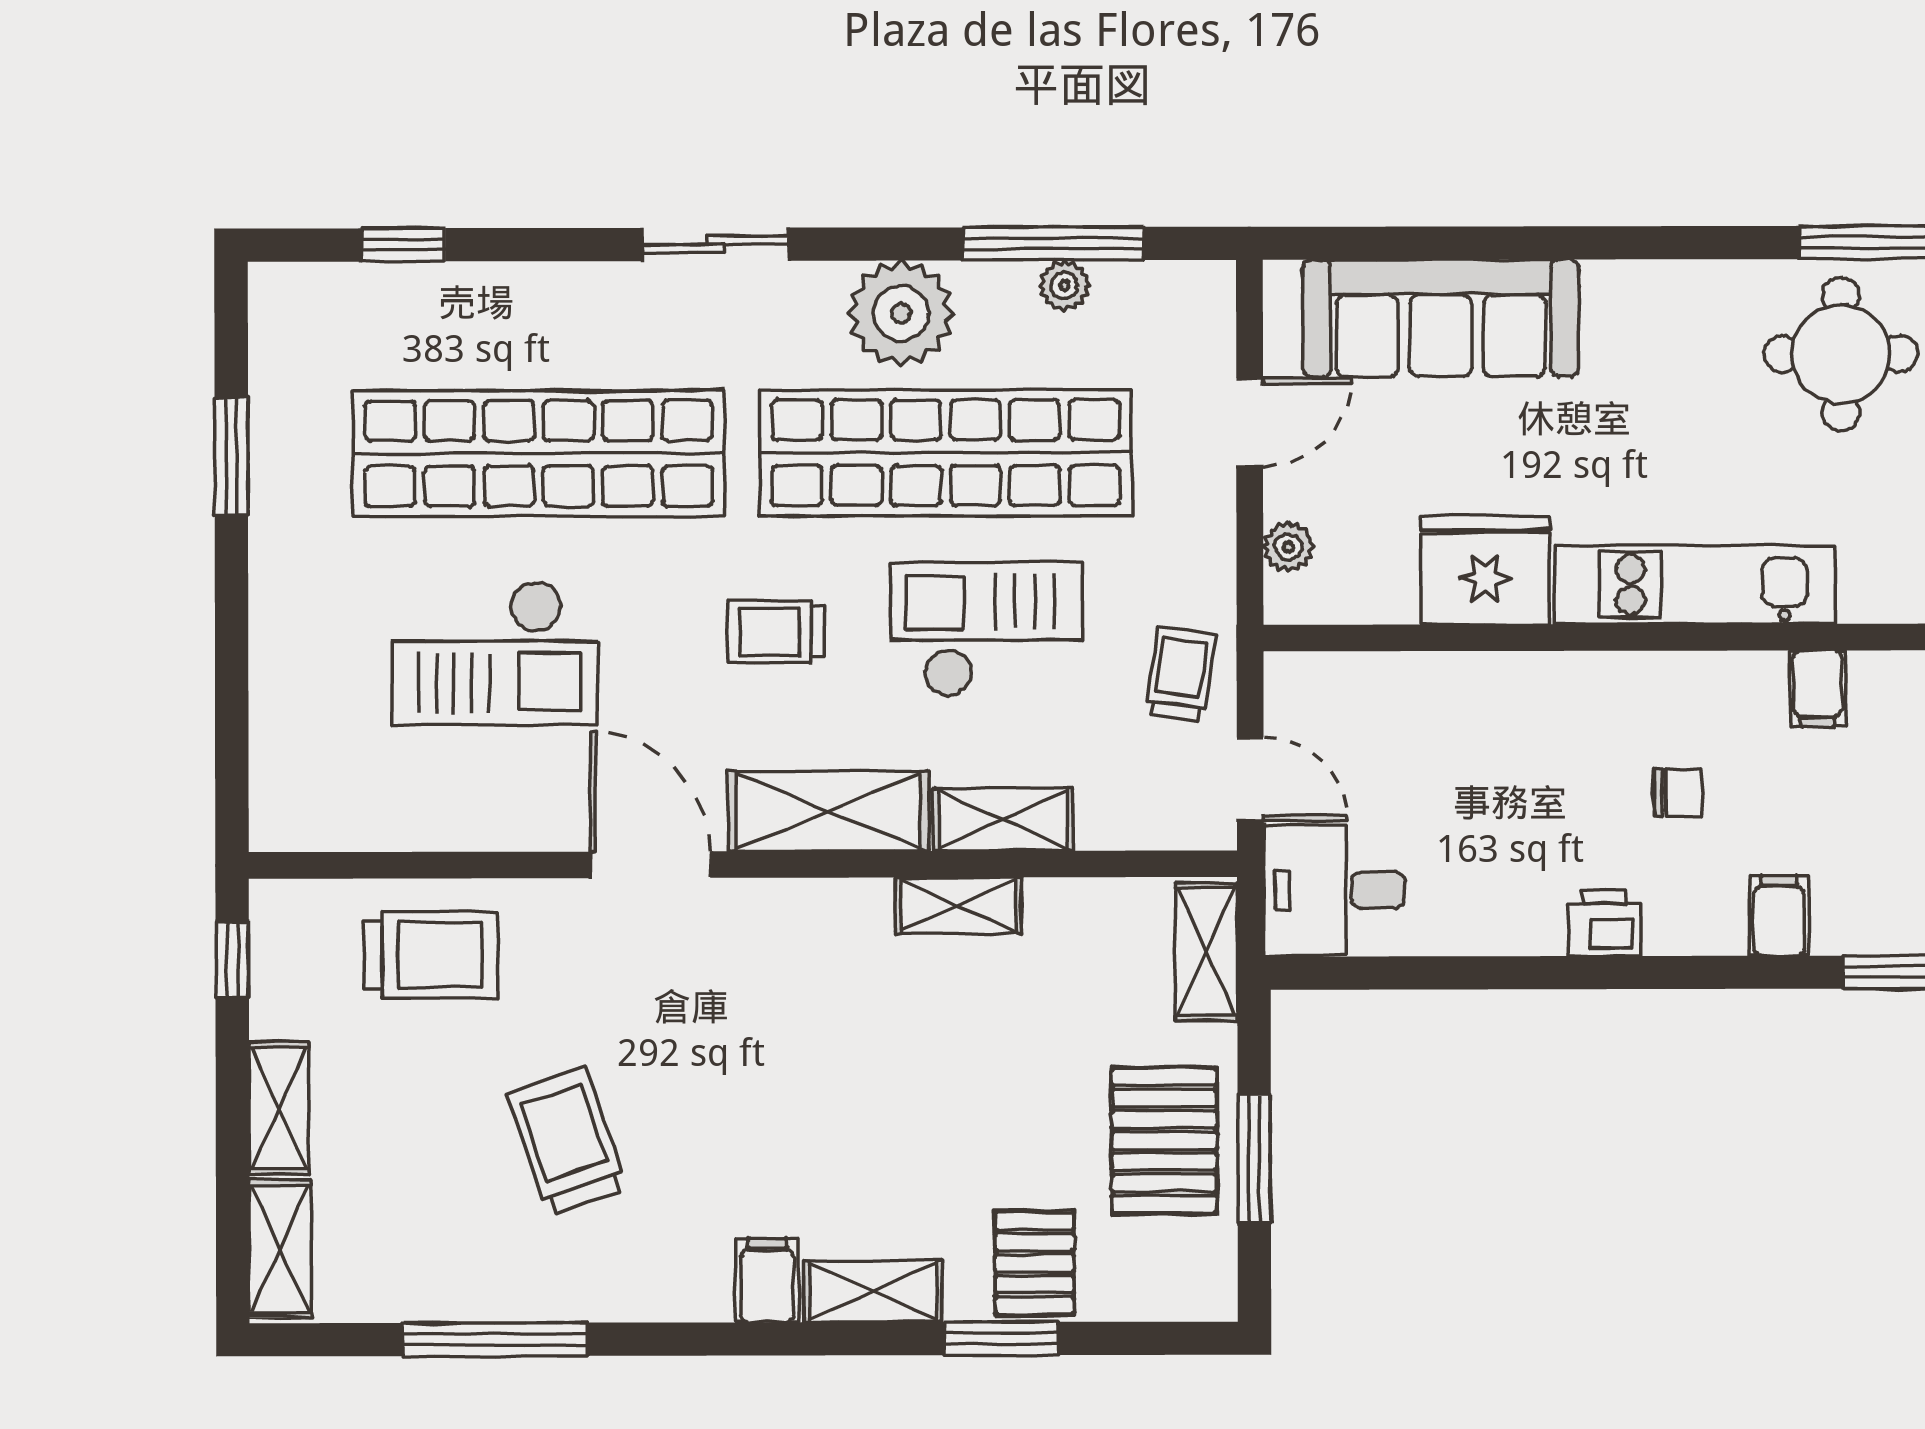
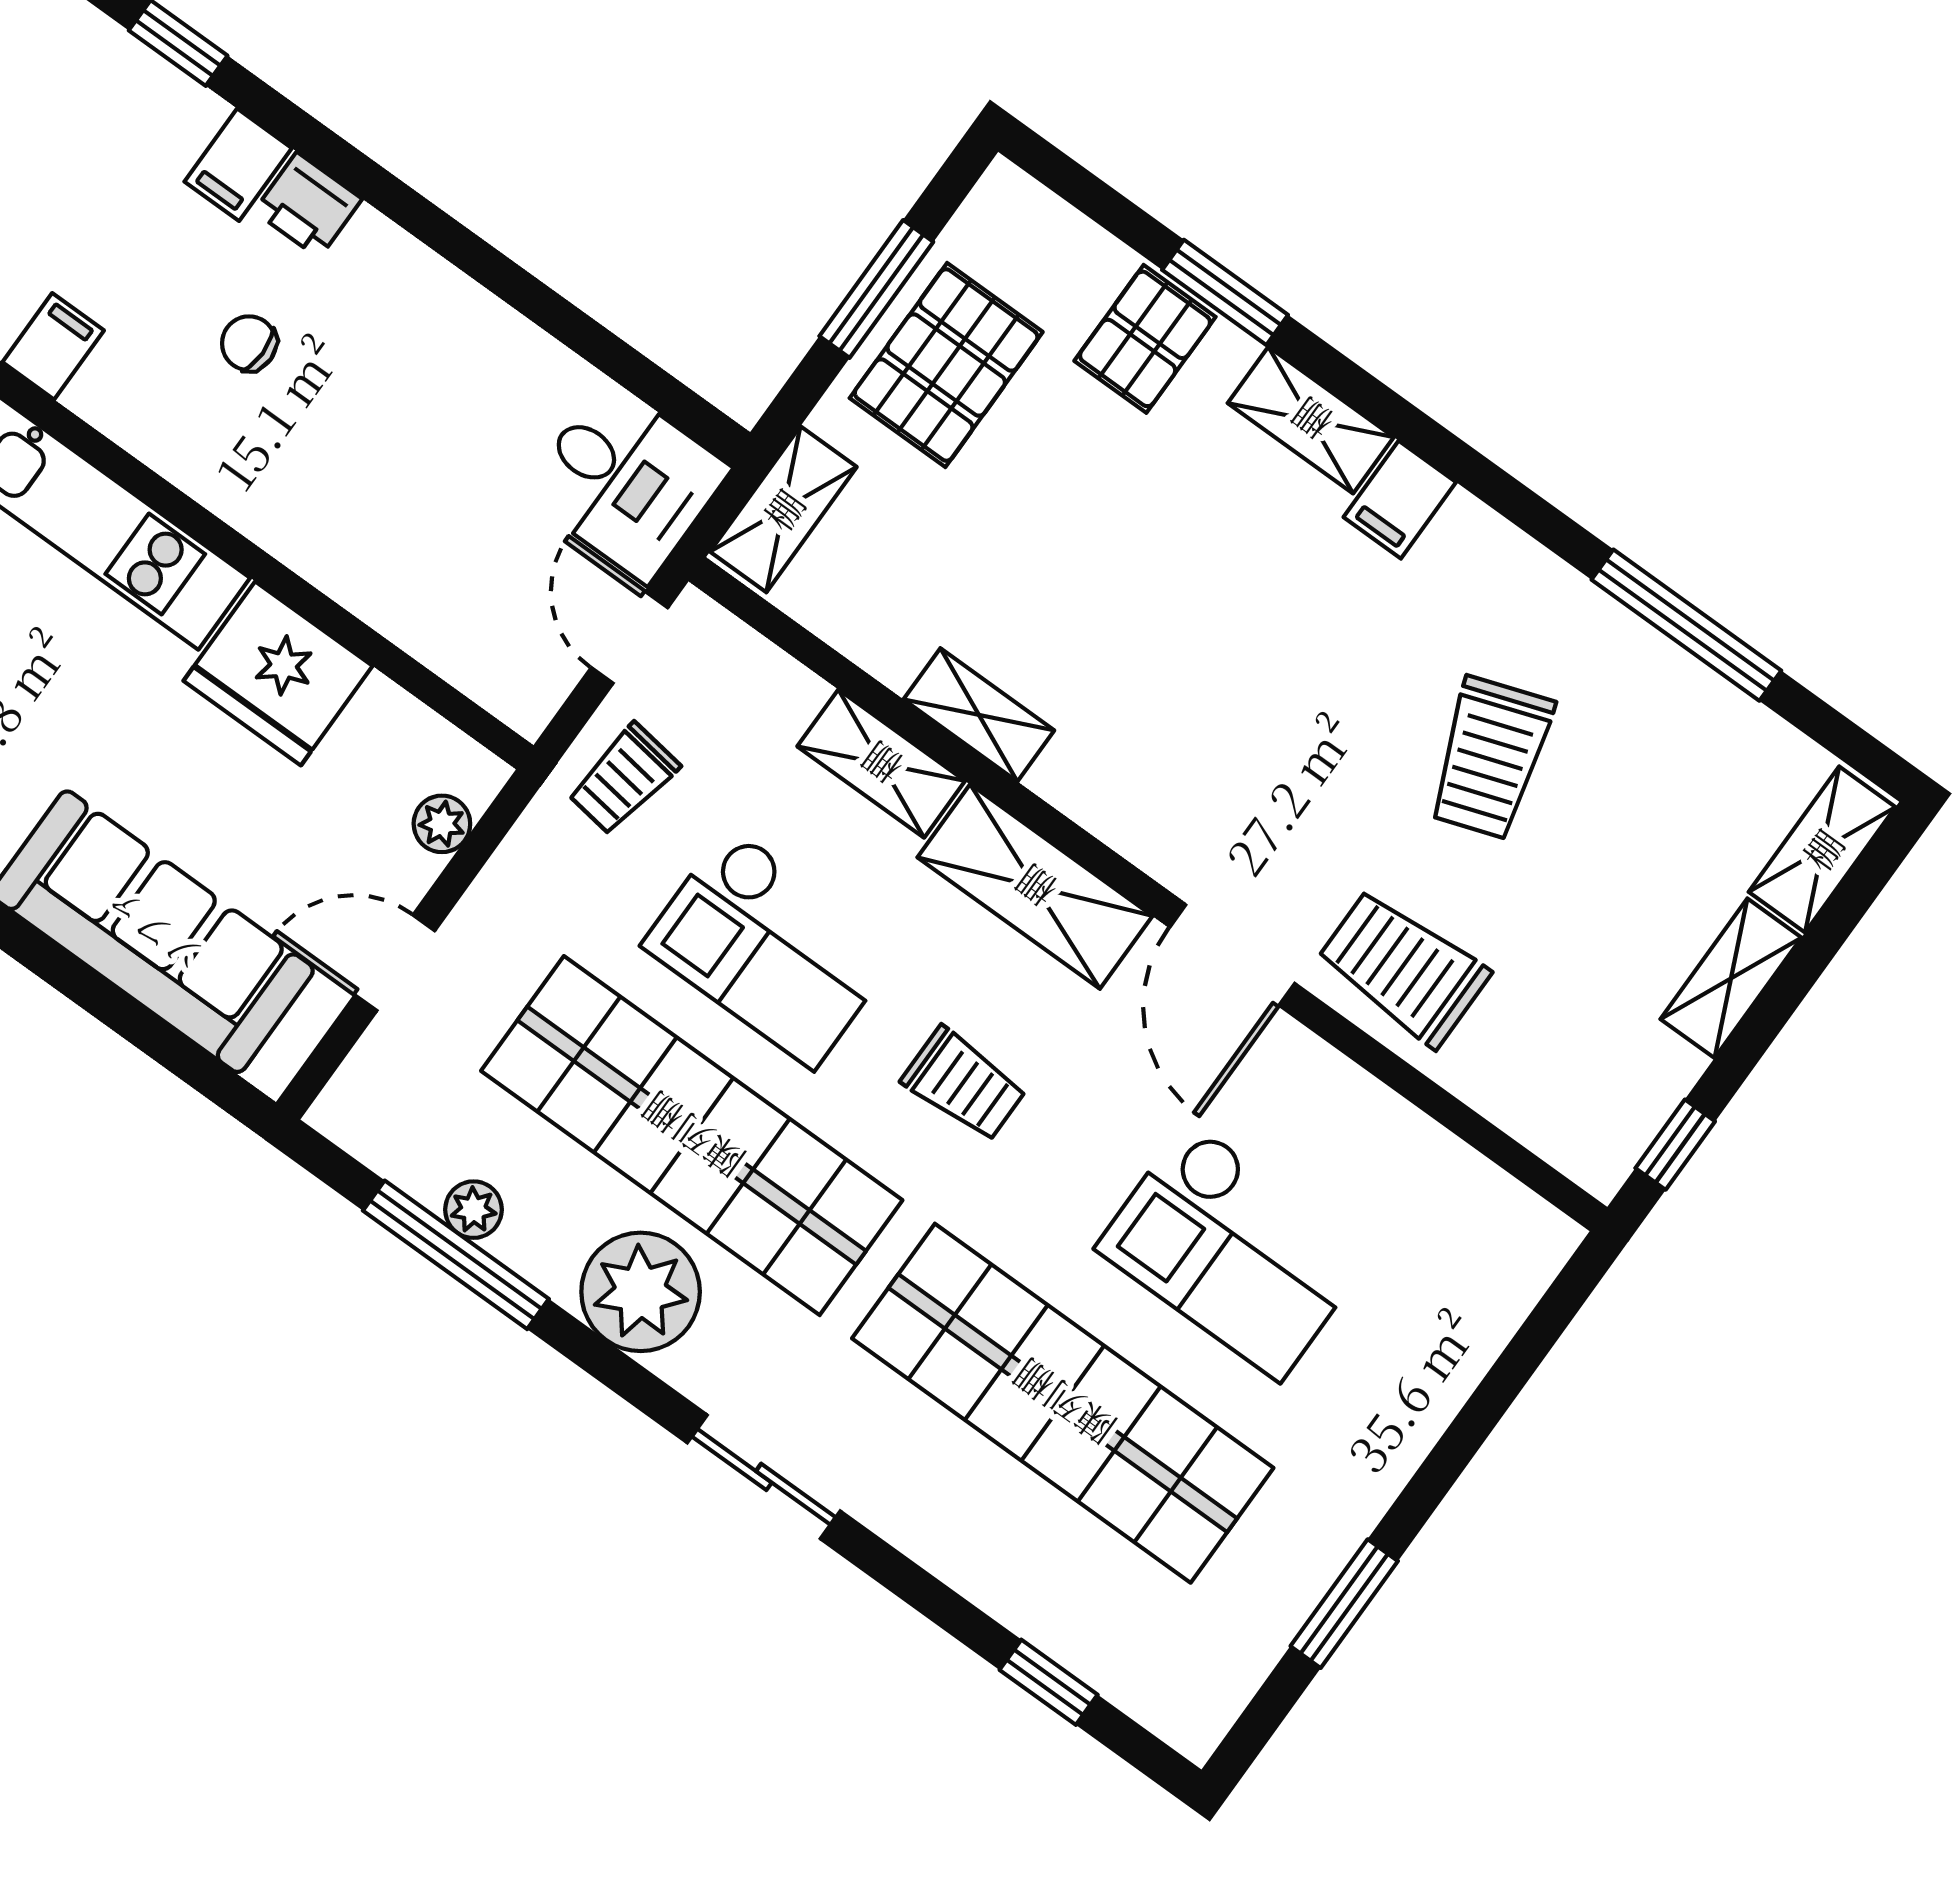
checkout: (495, 653) -> (1234, 1251), turned 180
printer: (1605, 923) -> (308, 205), moved
trolley: (431, 955) -> (1403, 968), moved

